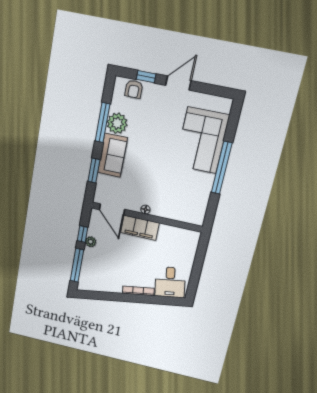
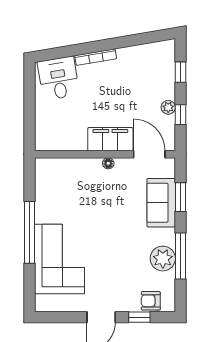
armchair: (134, 89) -> (151, 301), turned -90
sofa: (113, 155) -> (161, 203), moved
window: (77, 265) -> (180, 72), width x0.46

